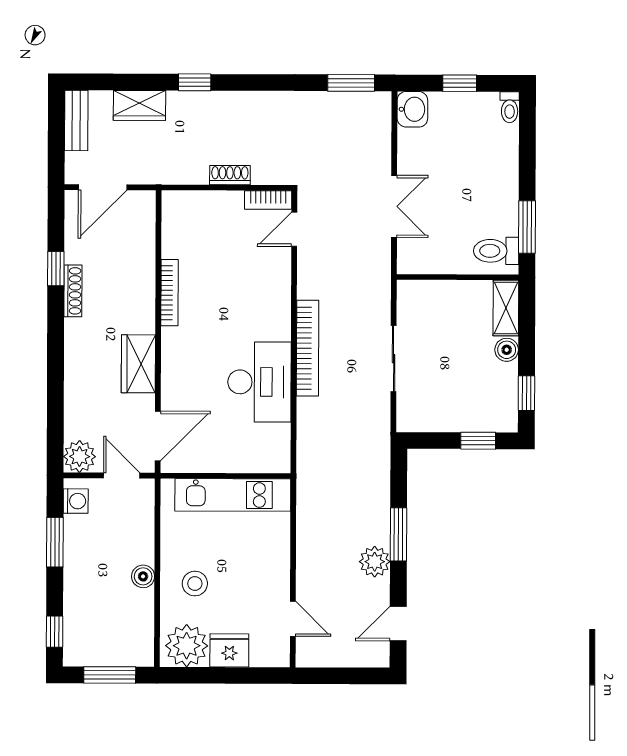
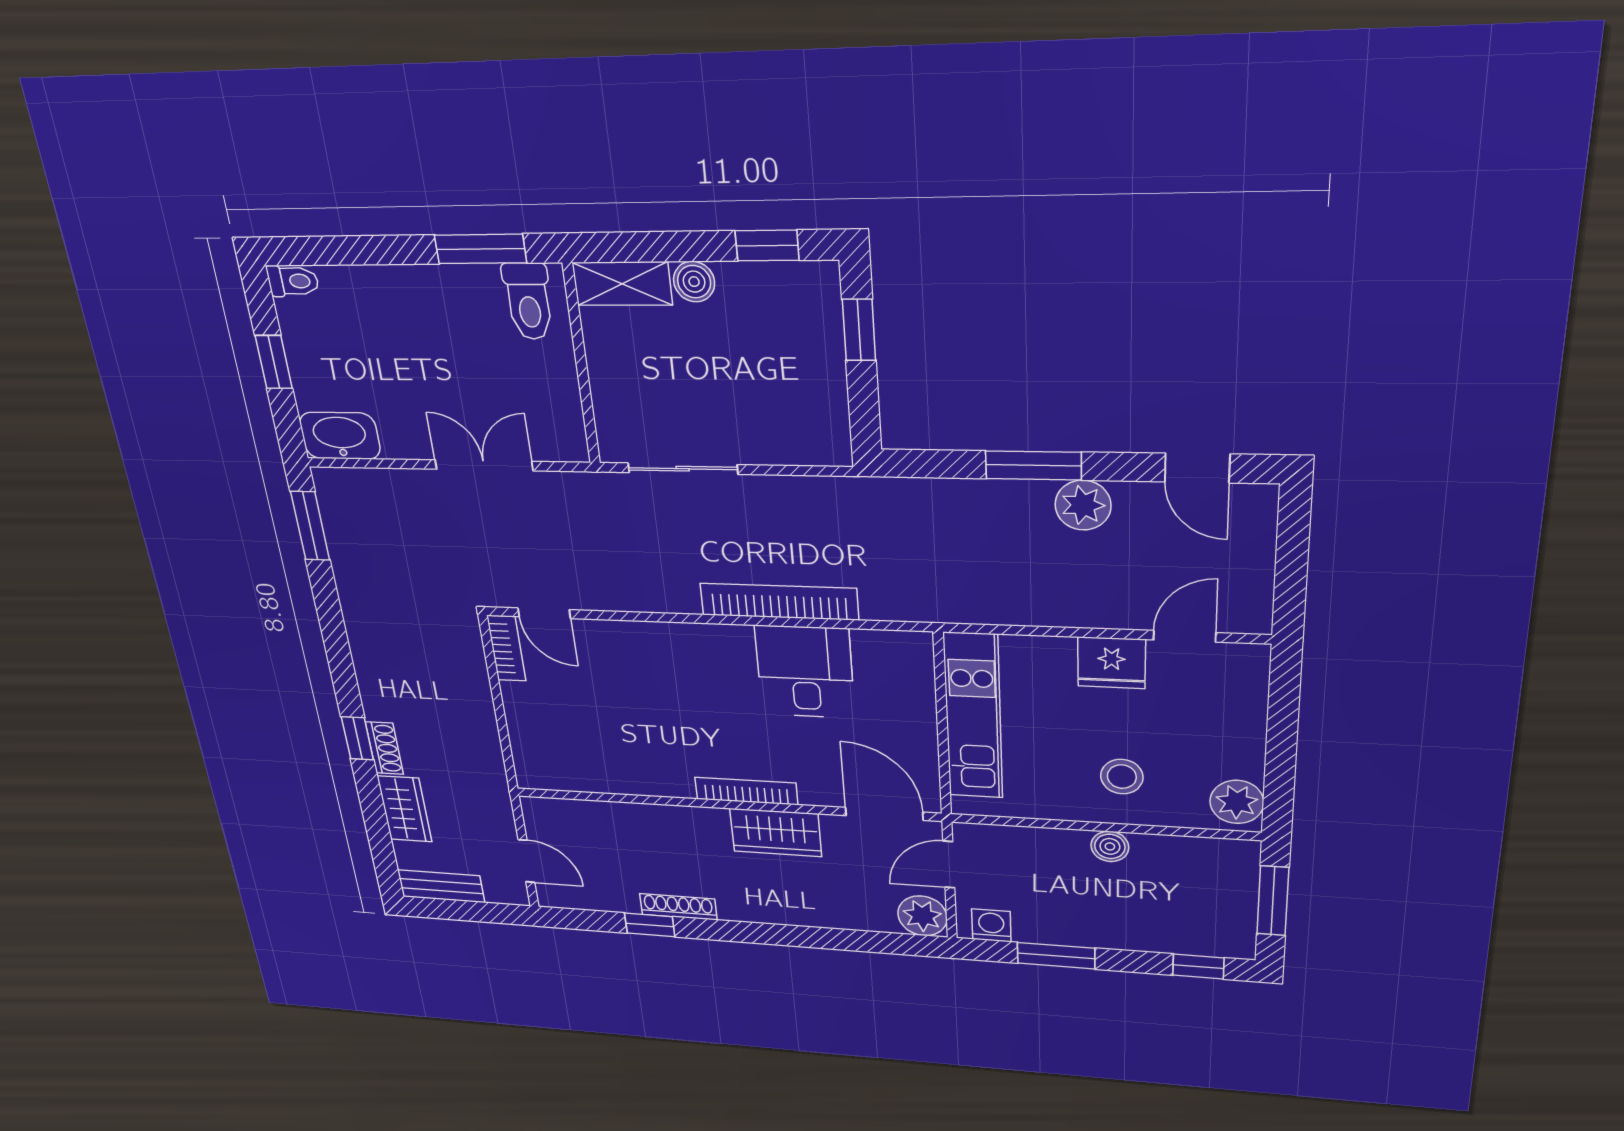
washbasin: (412, 109) -> (340, 436), width x1.38
shoe rack: (230, 175) -> (384, 748), moved, turned 180
door: (103, 187) -> (526, 861), width x0.73
bookcase: (170, 293) -> (746, 791), moved
bookcase: (308, 348) -> (779, 602), moved
sliding door: (394, 359) -> (683, 469), moved
desk: (259, 382) -> (805, 672), width x0.73
plant: (187, 646) -> (1237, 802), width x0.73, depth x0.73
fridge: (229, 650) -> (1112, 663), moved, turned -90

